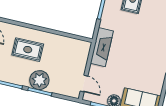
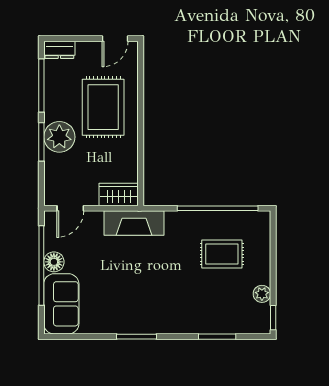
rug: (28, 50) -> (103, 107), width x1.36, depth x1.43
wardrobe: (82, 52) -> (119, 194), added

